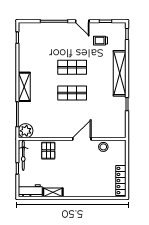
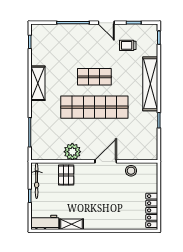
shelving: (24, 87) -> (38, 83), moved
shop shelf: (72, 93) -> (94, 107), width x2.00, depth x1.36
plant: (26, 131) -> (72, 152), moved

